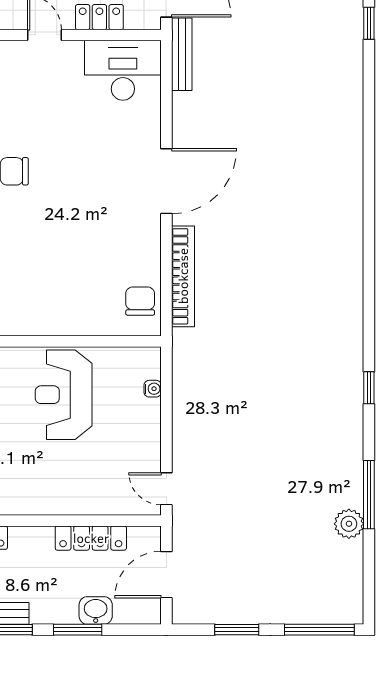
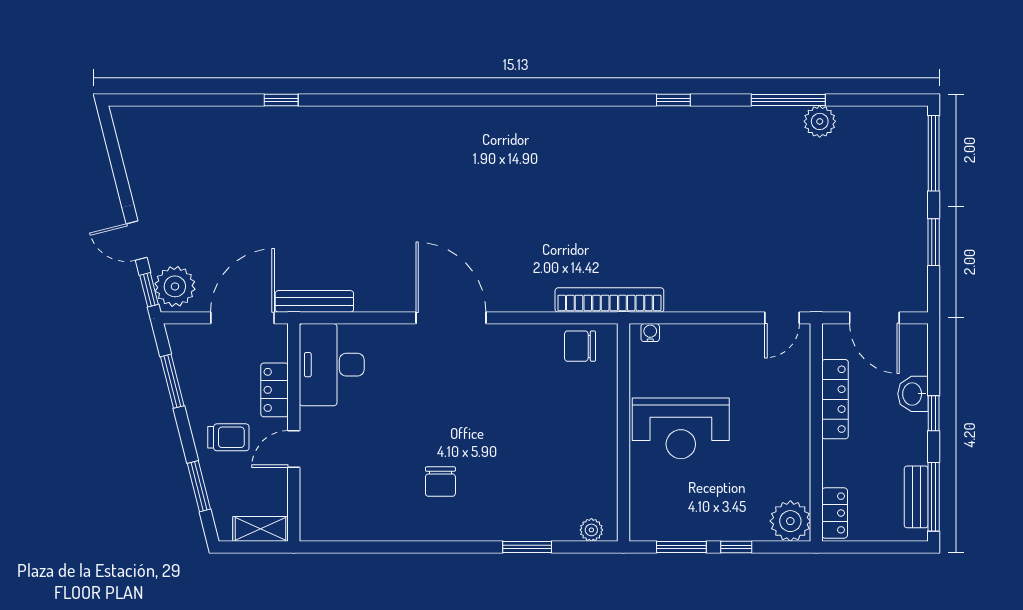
bookcase: (183, 276) -> (609, 300), moved
water cooler: (153, 389) -> (650, 333), moved
window: (78, 630) -> (934, 413), width x0.67

